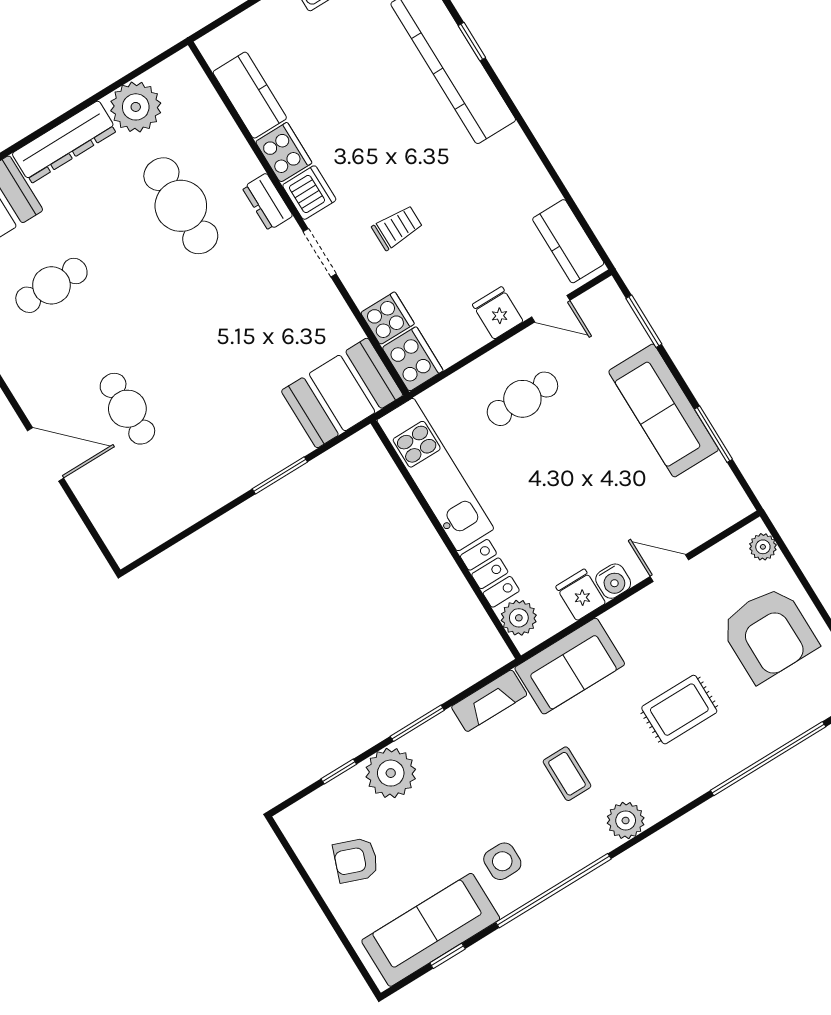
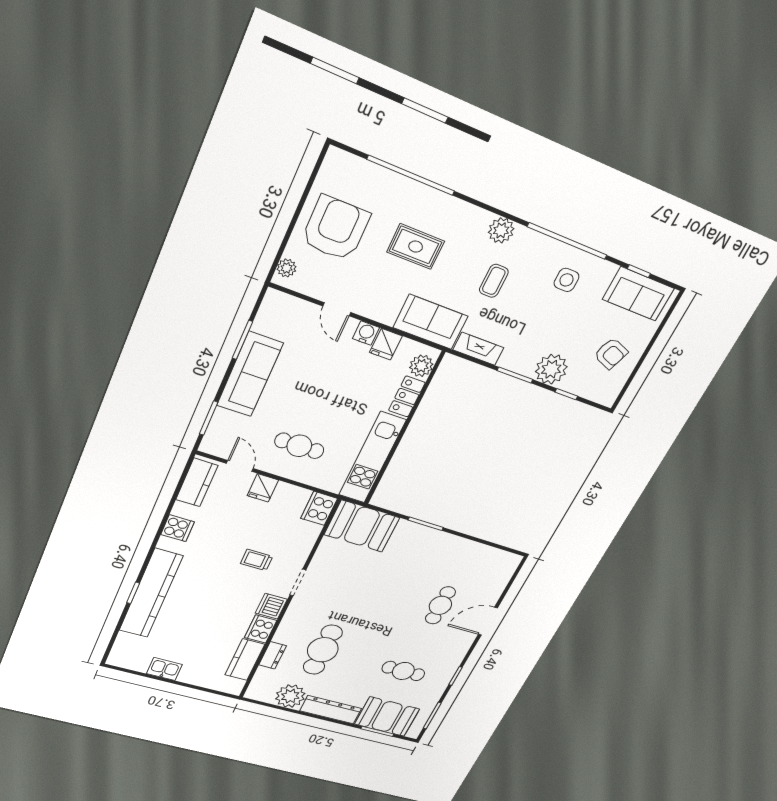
dresser: (267, 202) -> (273, 655), moved
cooker: (388, 318) -> (177, 528), moved, turned 180
door: (46, 454) -> (488, 621), hinge flipped
sofa: (431, 930) -> (638, 294), width x0.73

